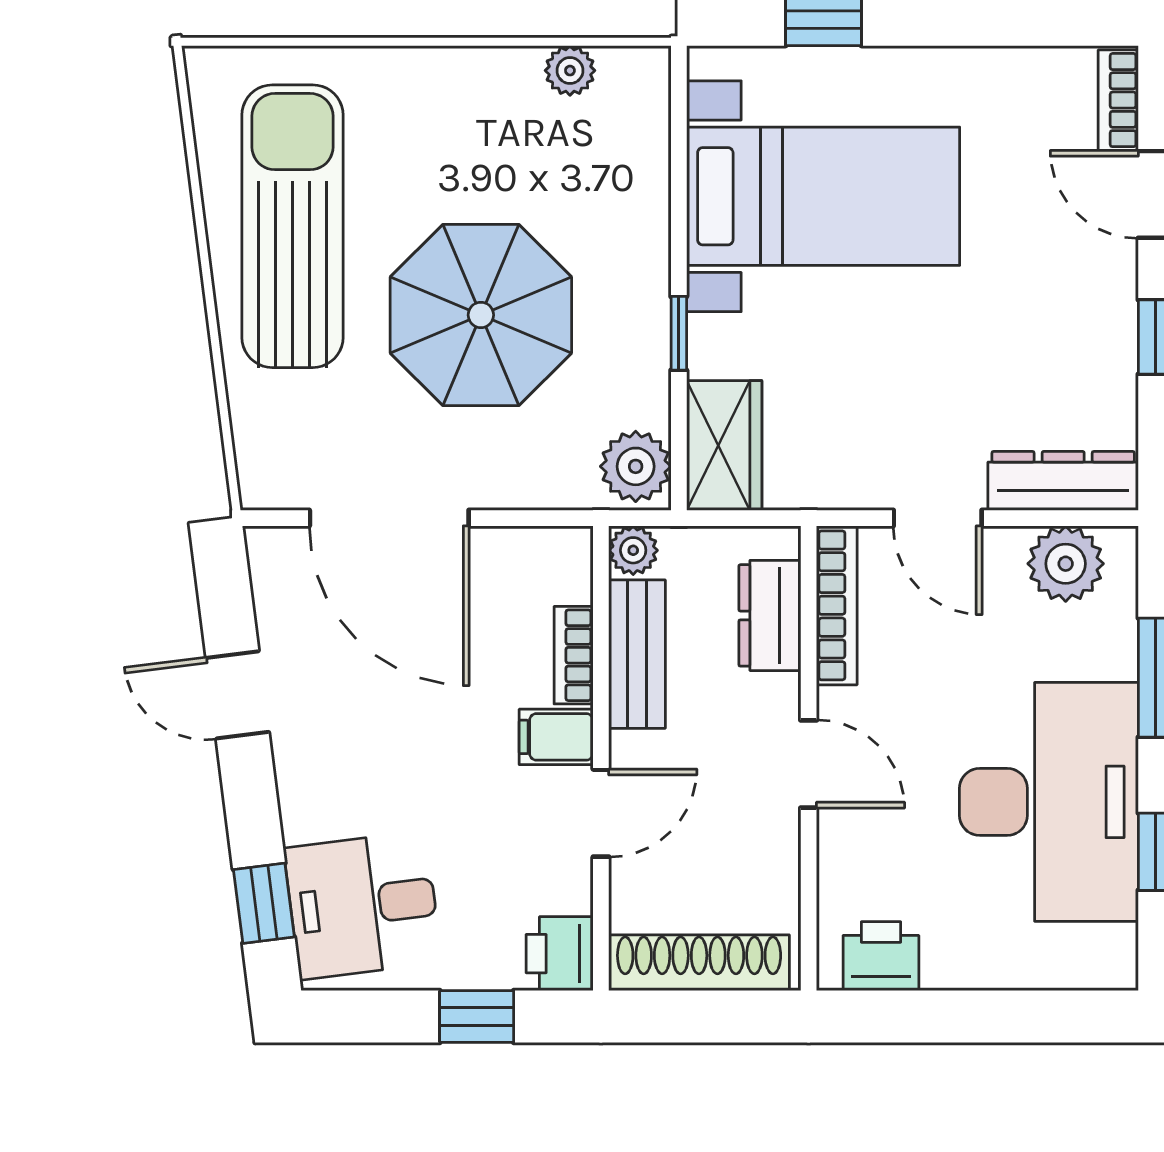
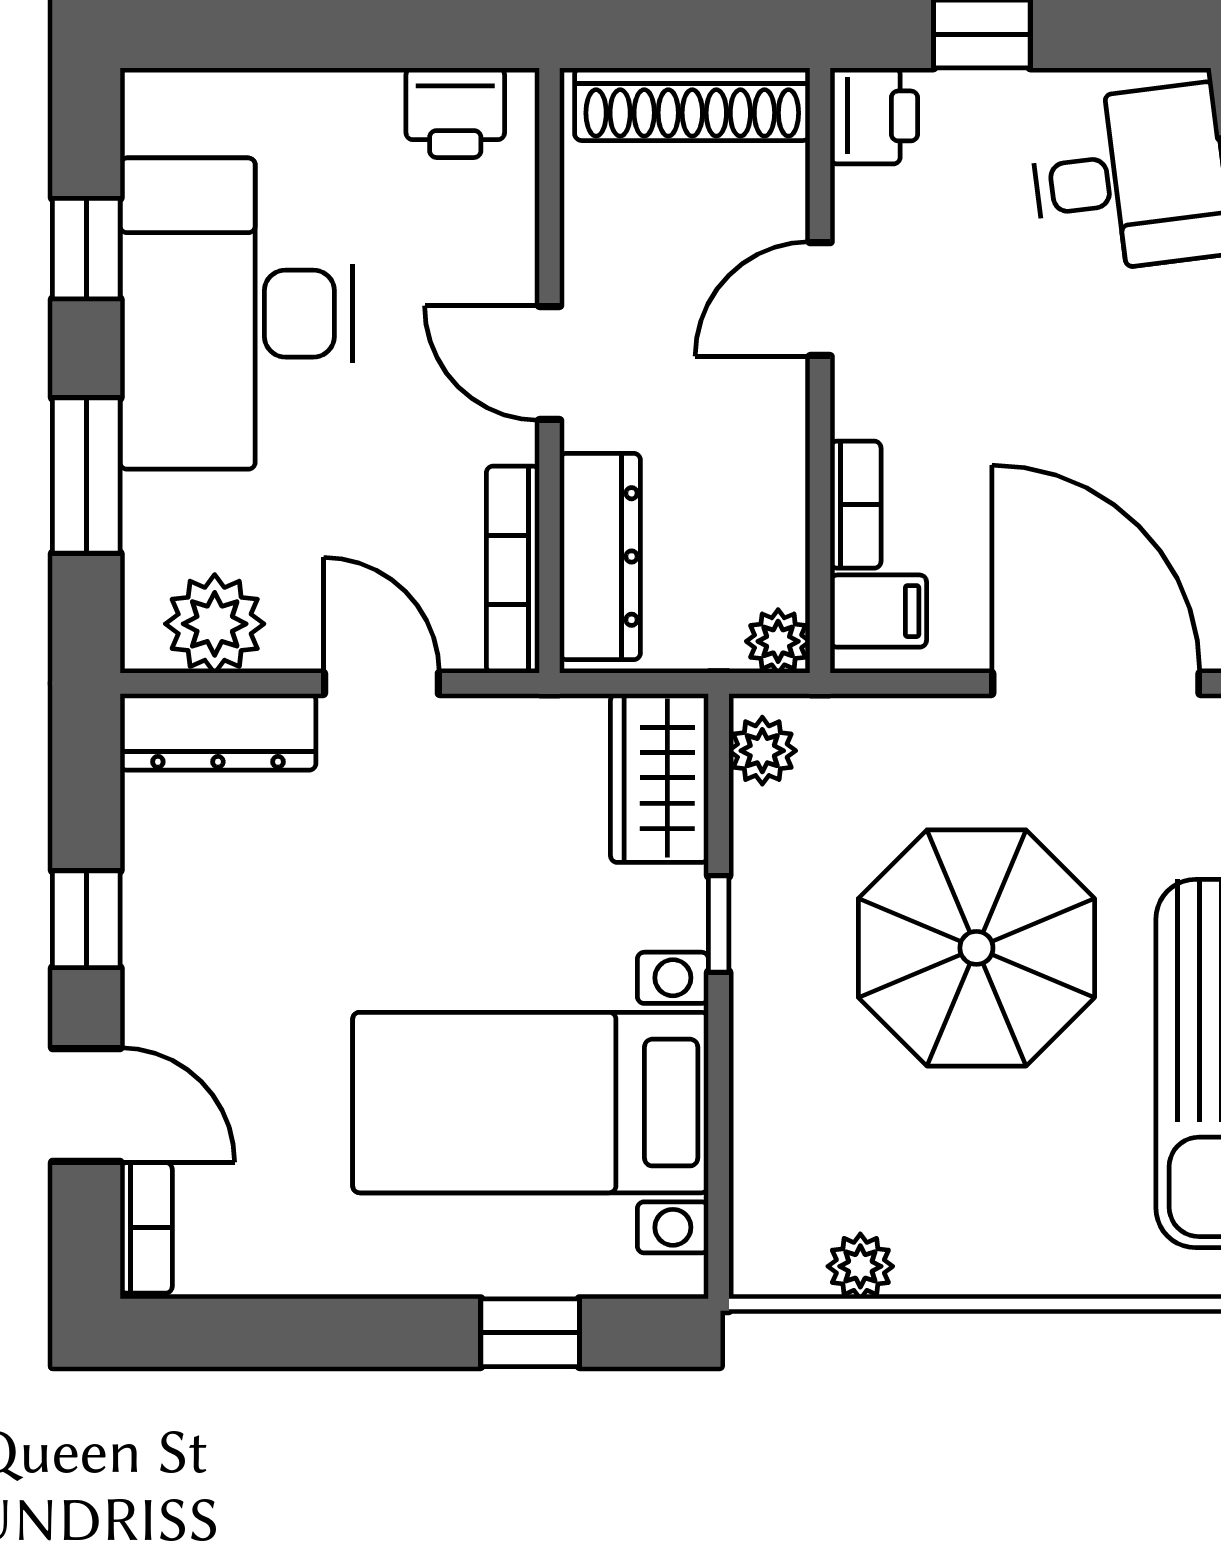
plant: (636, 466) -> (762, 751), width x0.73, depth x0.73
dresser: (770, 615) -> (600, 556), width x1.44
bench: (637, 654) -> (773, 506), removed
filing cabinet: (556, 737) -> (878, 611), moved

